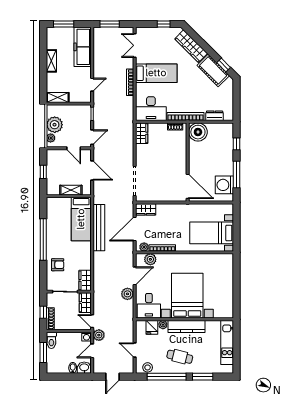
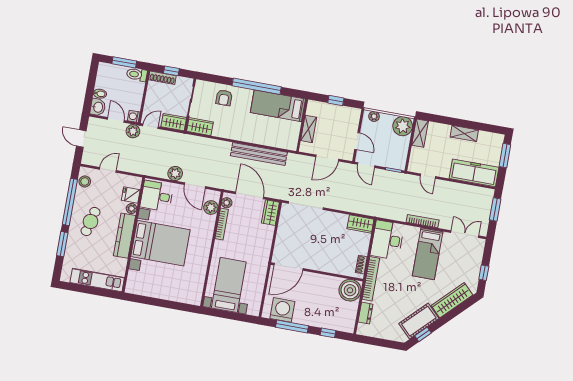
plant: (55, 125) -> (403, 126), moved
door: (74, 148) -> (357, 141), swing flipped
bed: (81, 219) -> (278, 106), moved

